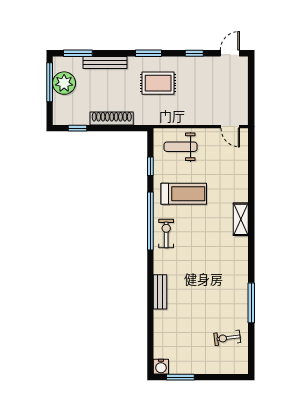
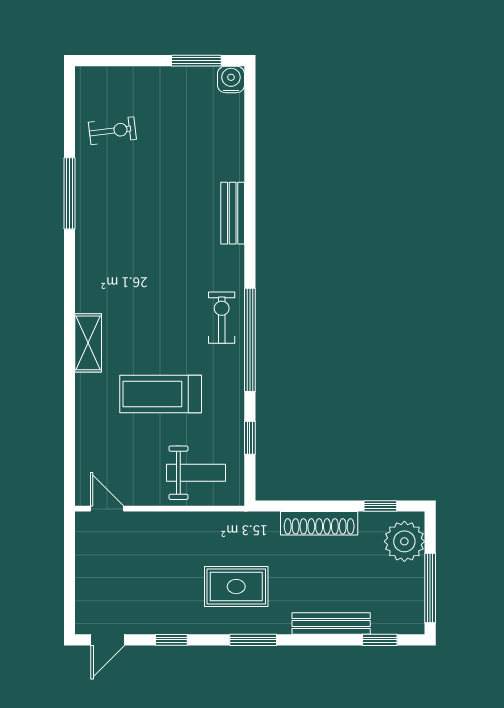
window: (78, 53) -> (380, 640), width x0.67
plant: (64, 83) -> (404, 541), moved
treadmill: (184, 194) -> (161, 394), moved
exercise bike: (166, 233) -> (222, 318), turned 180

